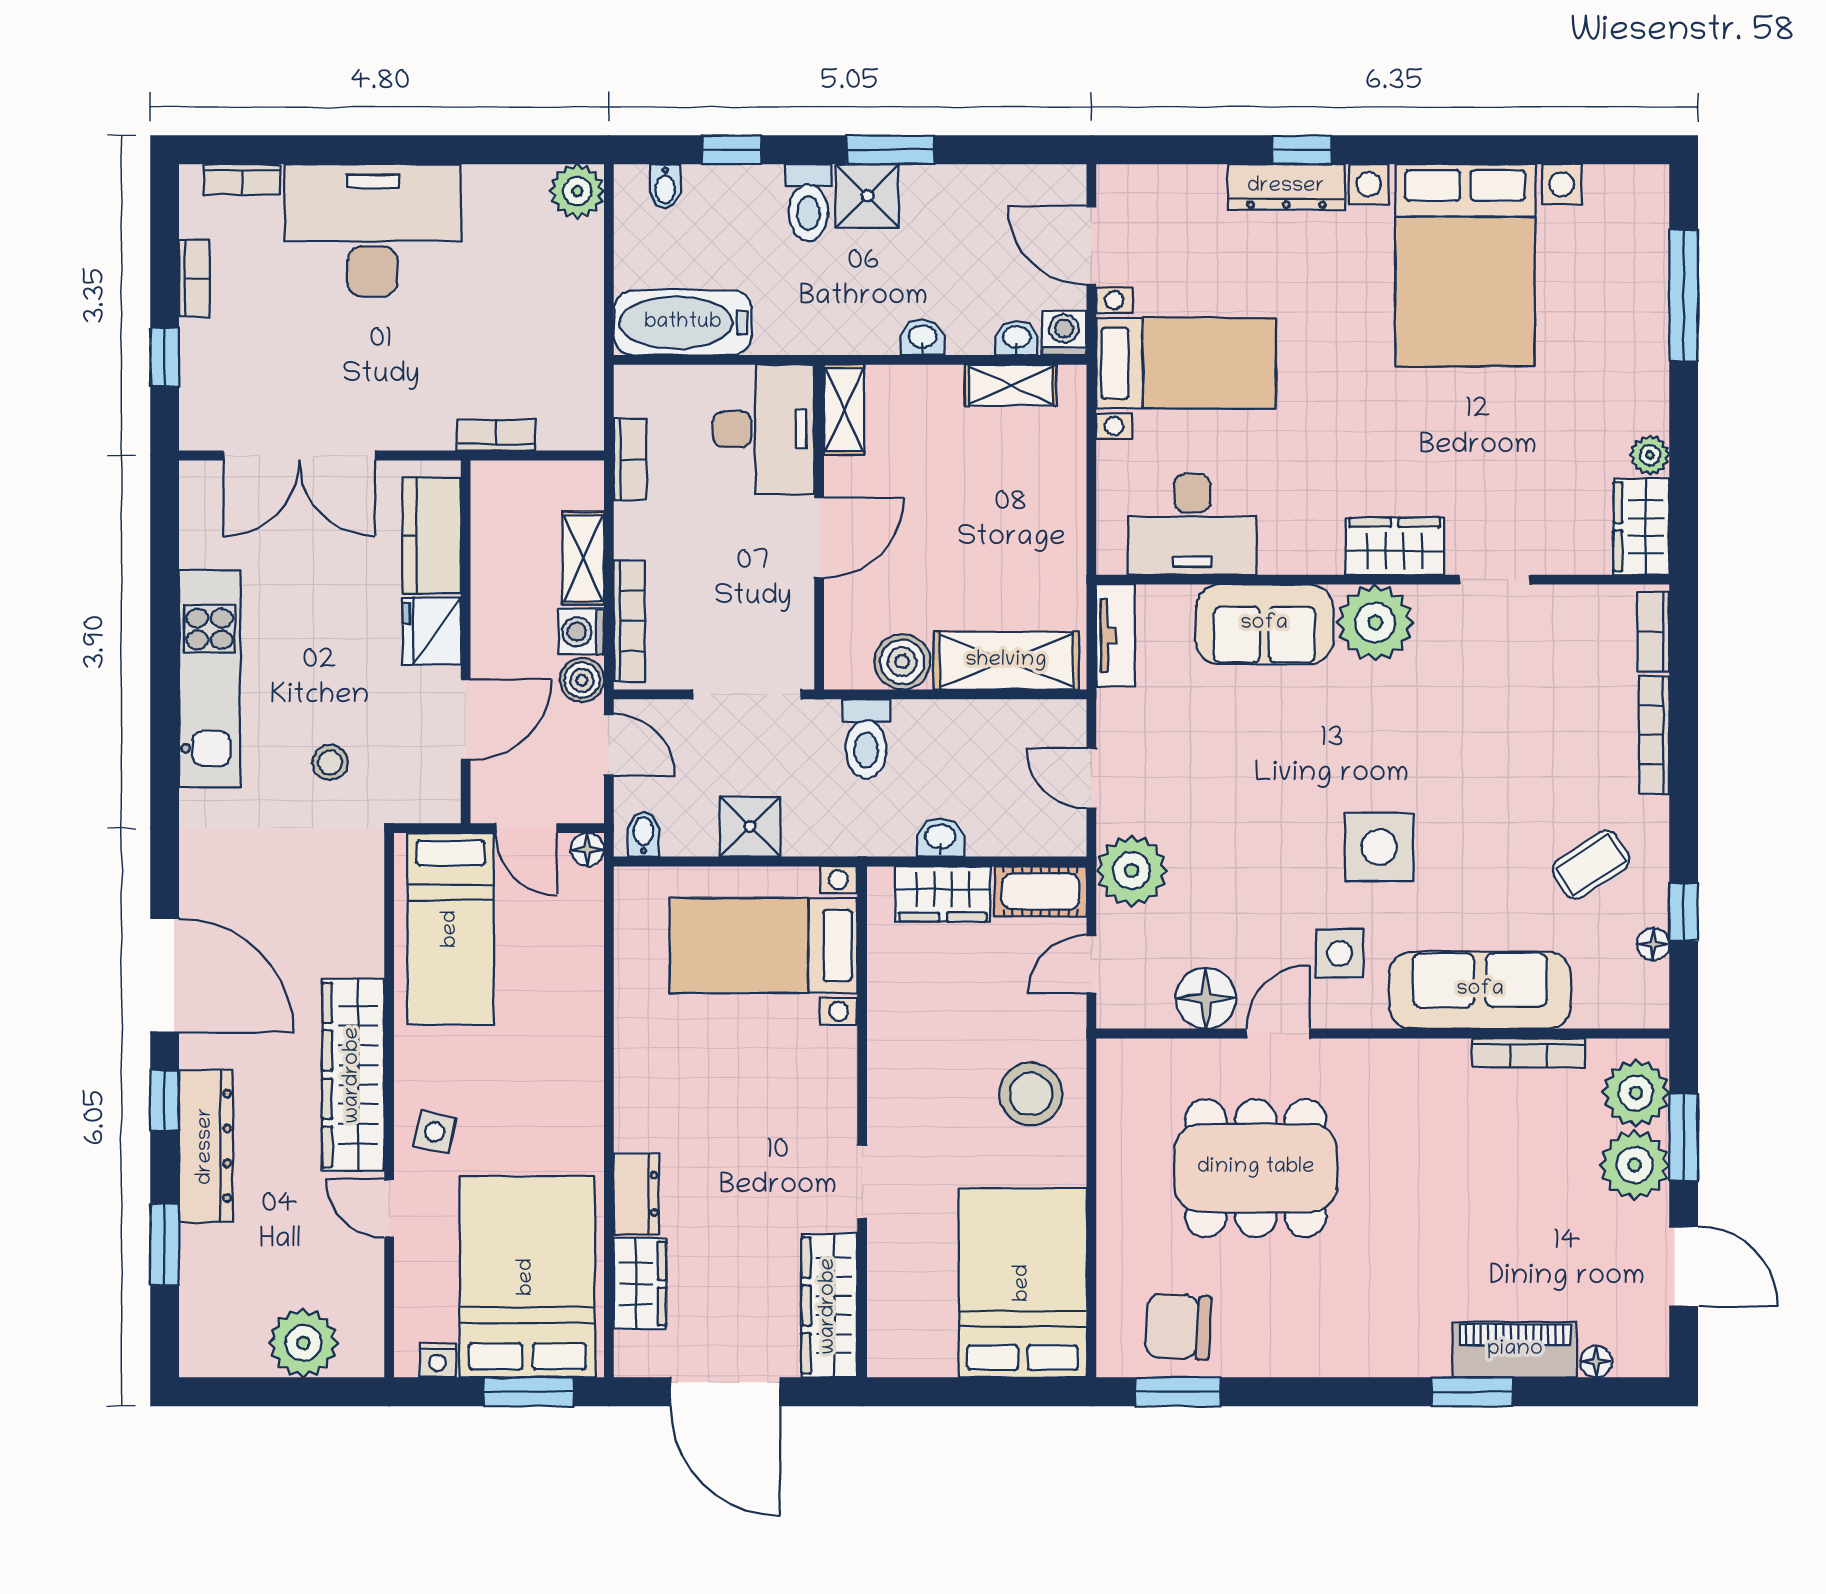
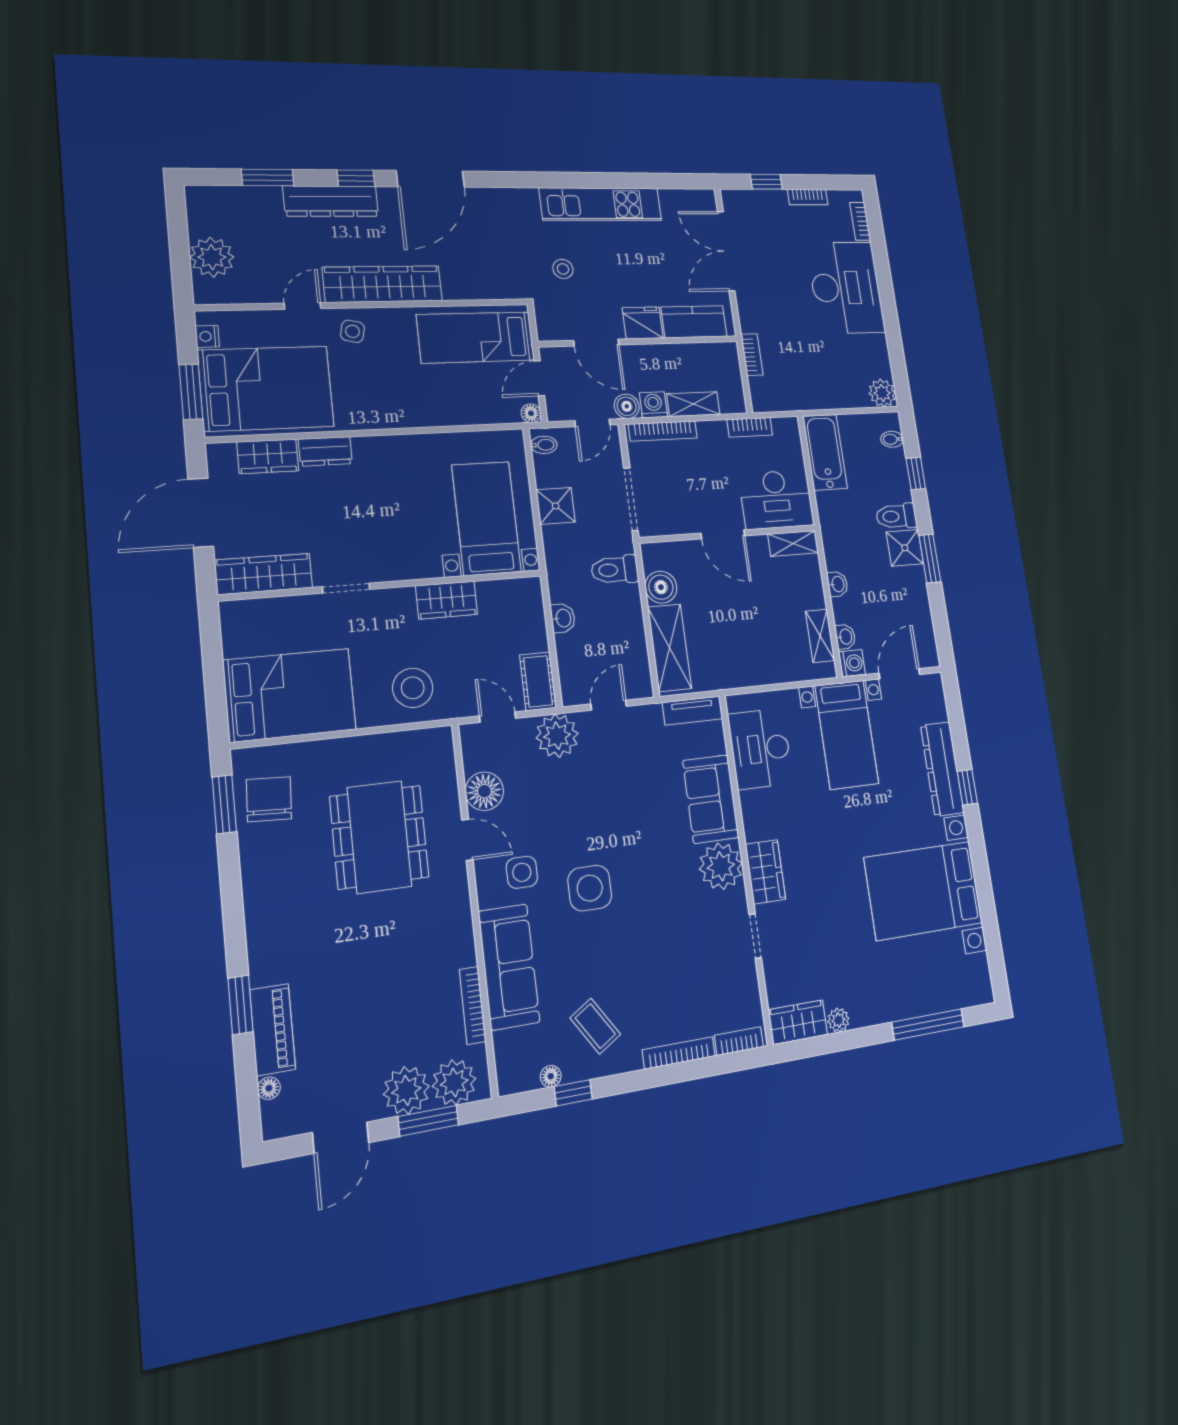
dresser: (1286, 187) -> (942, 769), width x1.37, depth x1.24
wardrobe: (943, 894) -> (447, 600), moved, turned -90

